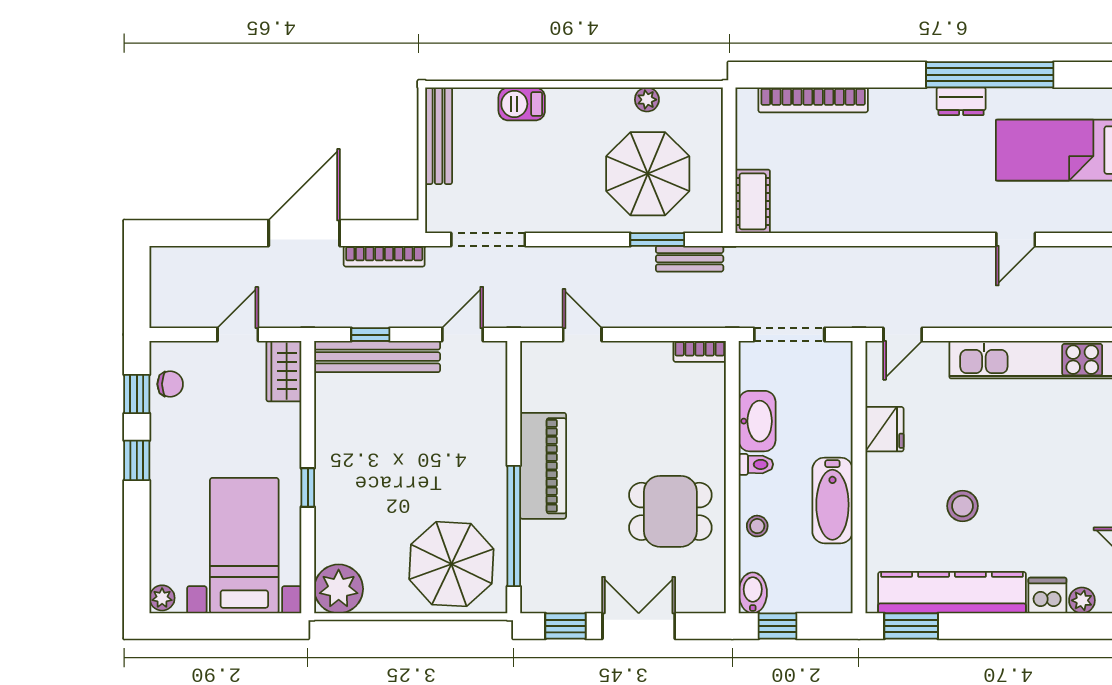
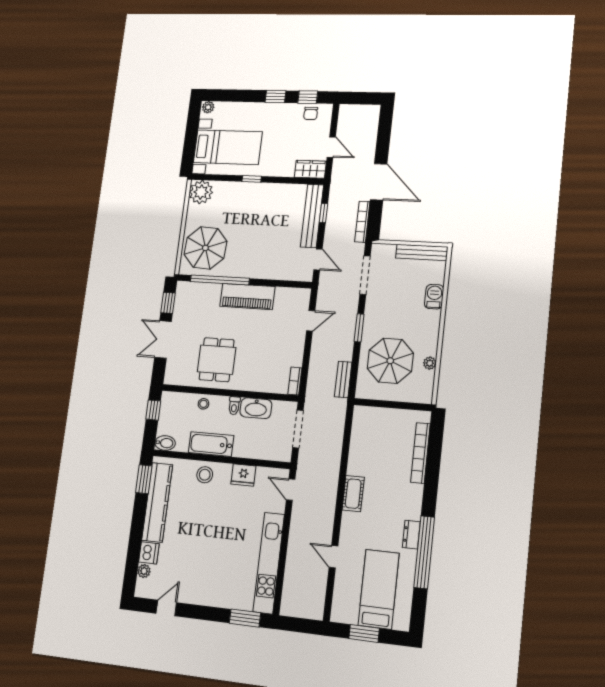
cot: (753, 201) -> (353, 494), moved, turned 90
window: (657, 240) -> (359, 328), moved
stool: (963, 506) -> (205, 475), moved
bidet: (753, 593) -> (165, 443), moved
double door: (639, 626) -> (163, 339), swing flipped

